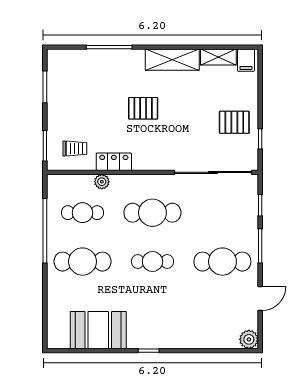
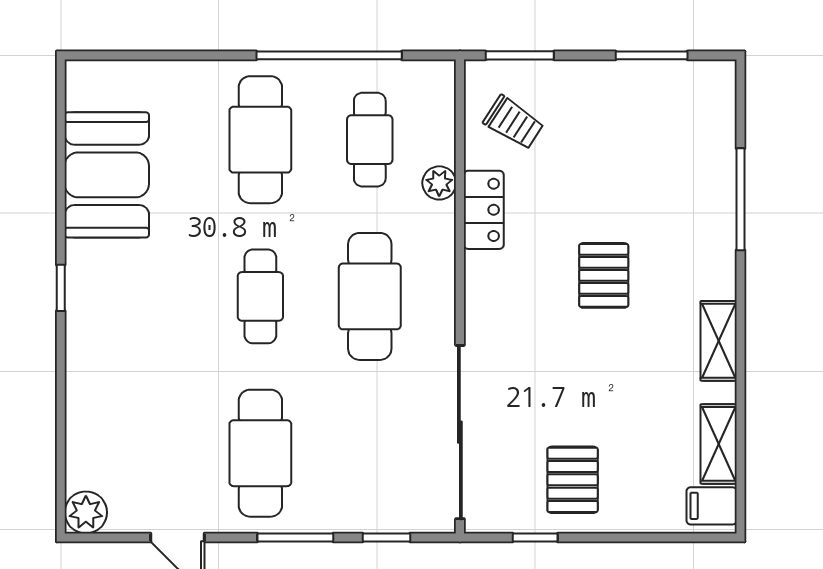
shelving: (172, 60) -> (719, 341), width x0.67, depth x0.75
trolley: (75, 148) -> (514, 123), turned -57

